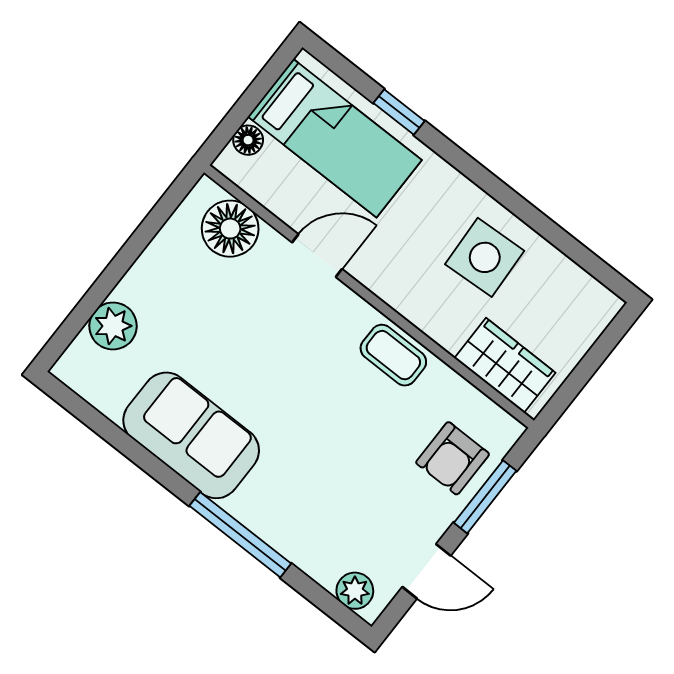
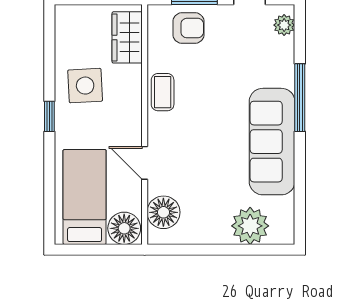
window: (399, 112) -> (49, 116), moved
floor lamp: (248, 140) -> (124, 228), width x1.89, depth x1.89
plant: (113, 326) -> (250, 226), width x1.36, depth x1.36
sofa: (191, 435) -> (272, 142), width x1.36

